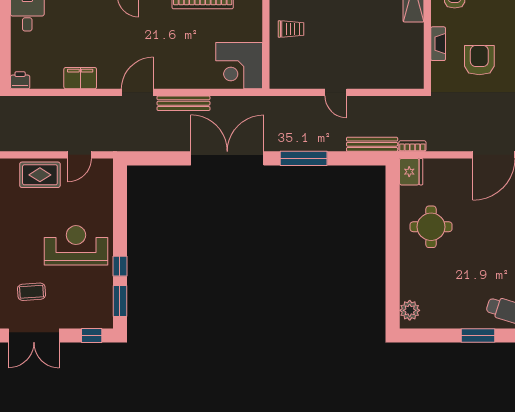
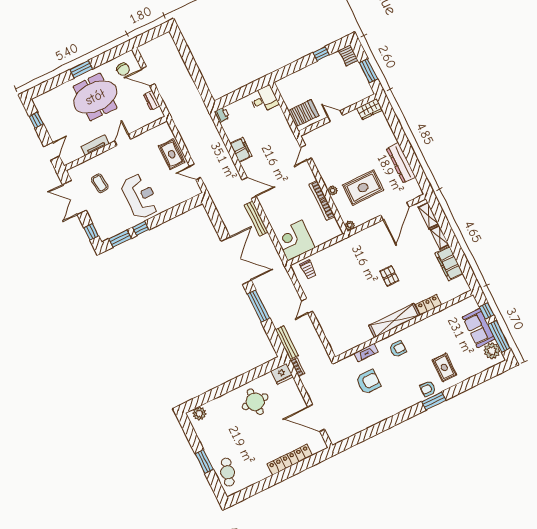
trolley: (291, 29) -> (308, 270), moved

